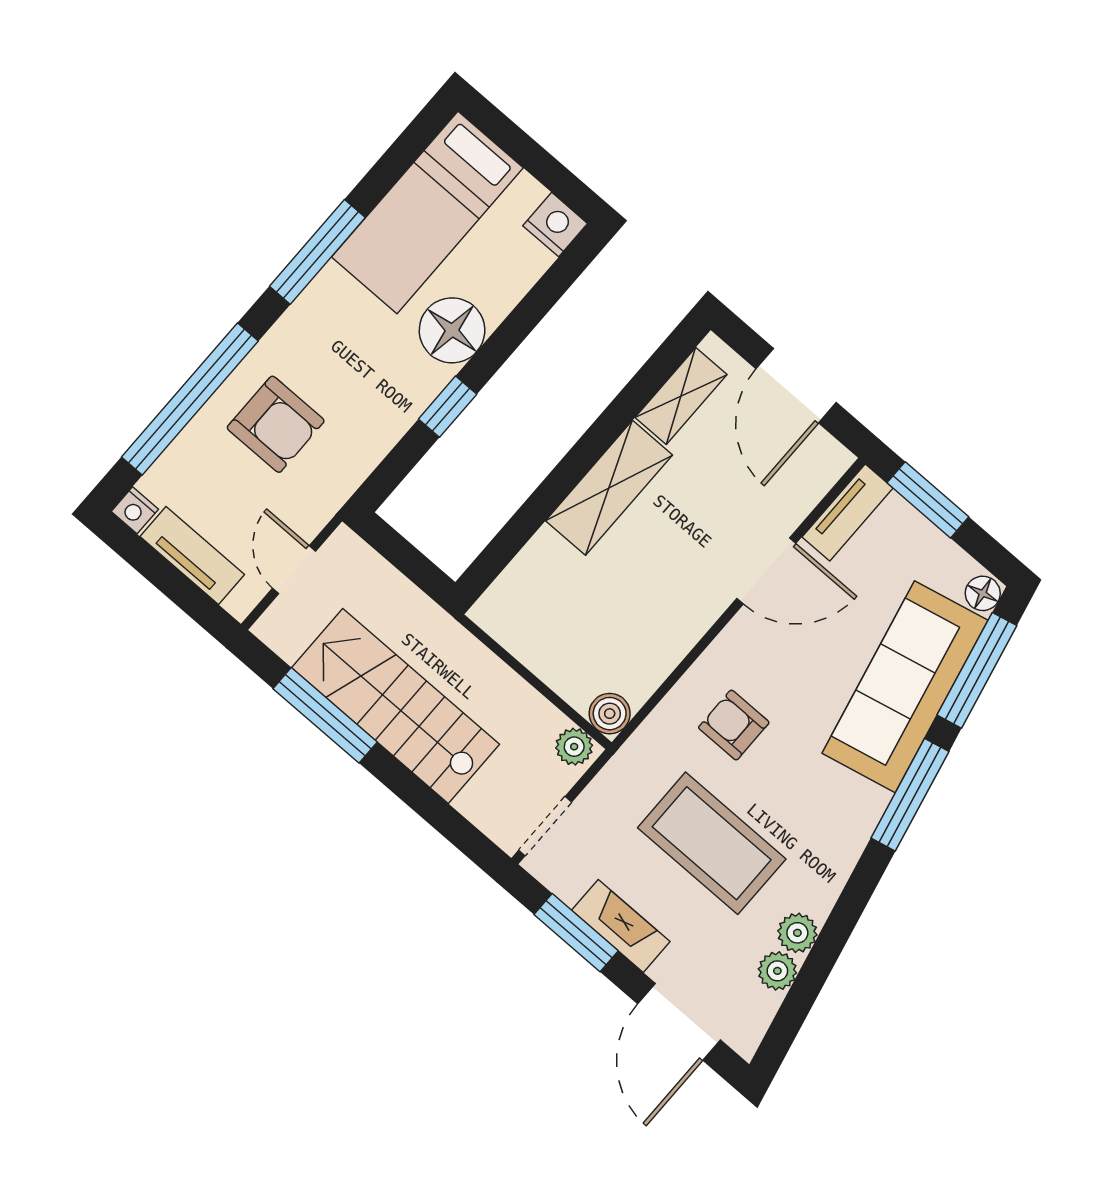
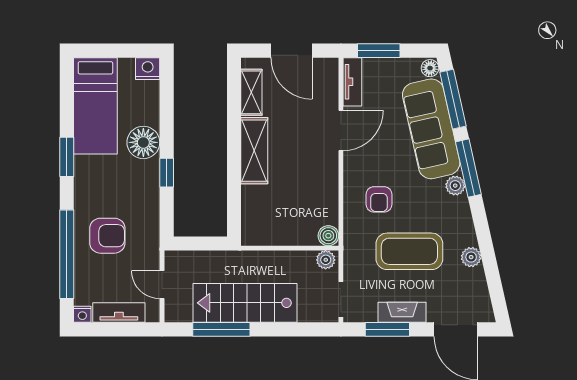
window: (317, 252) -> (67, 157), width x0.69
armchair: (734, 725) -> (379, 199), turned -90
plant: (777, 971) -> (455, 186), moved

